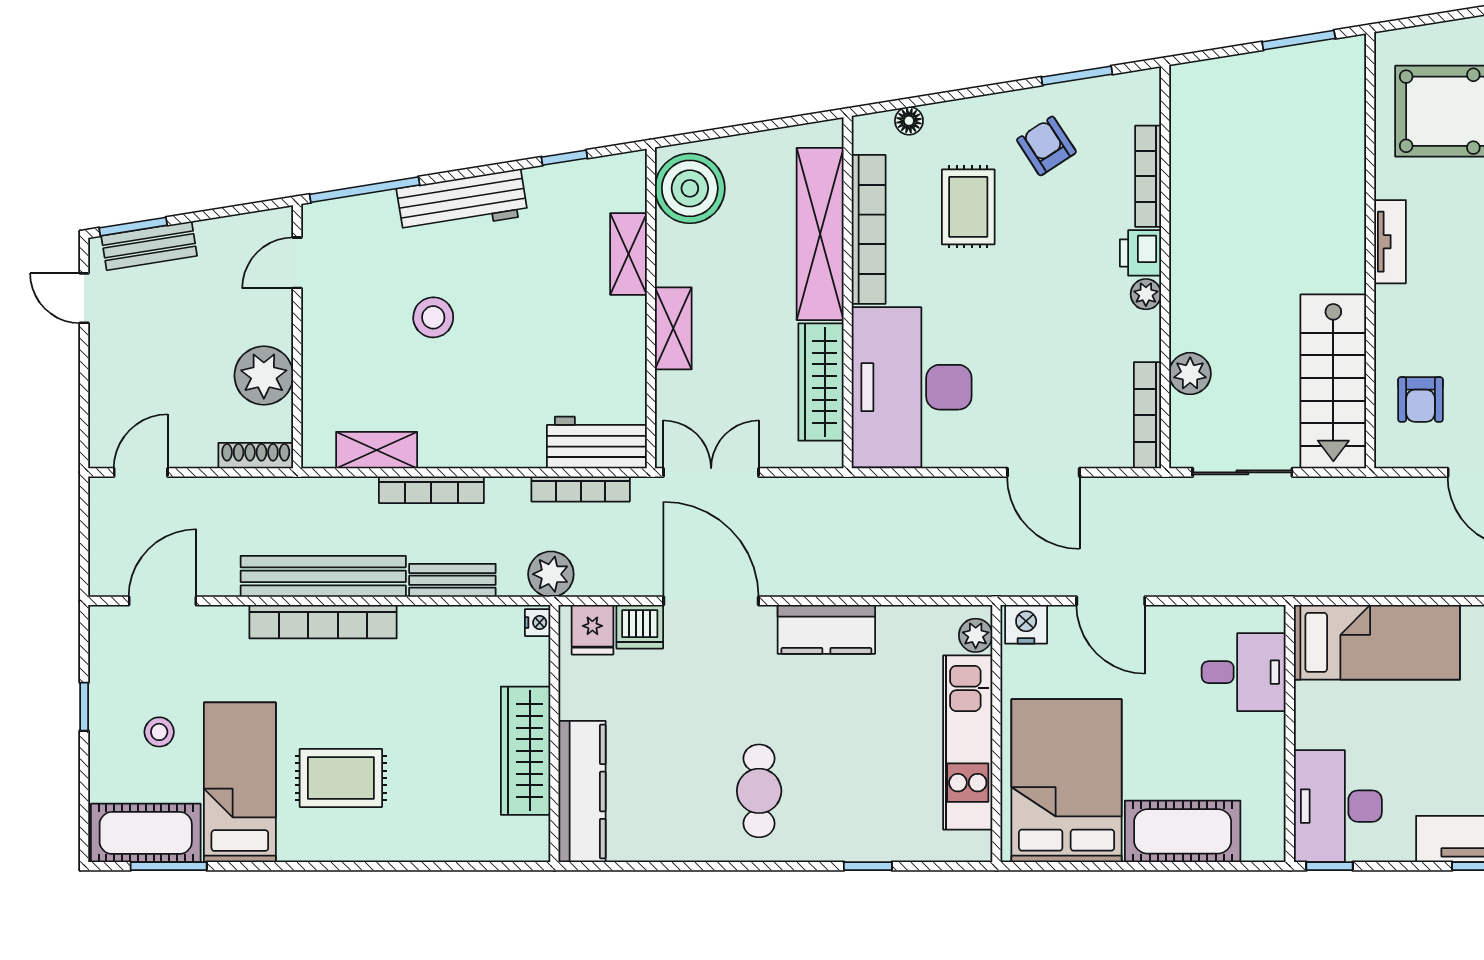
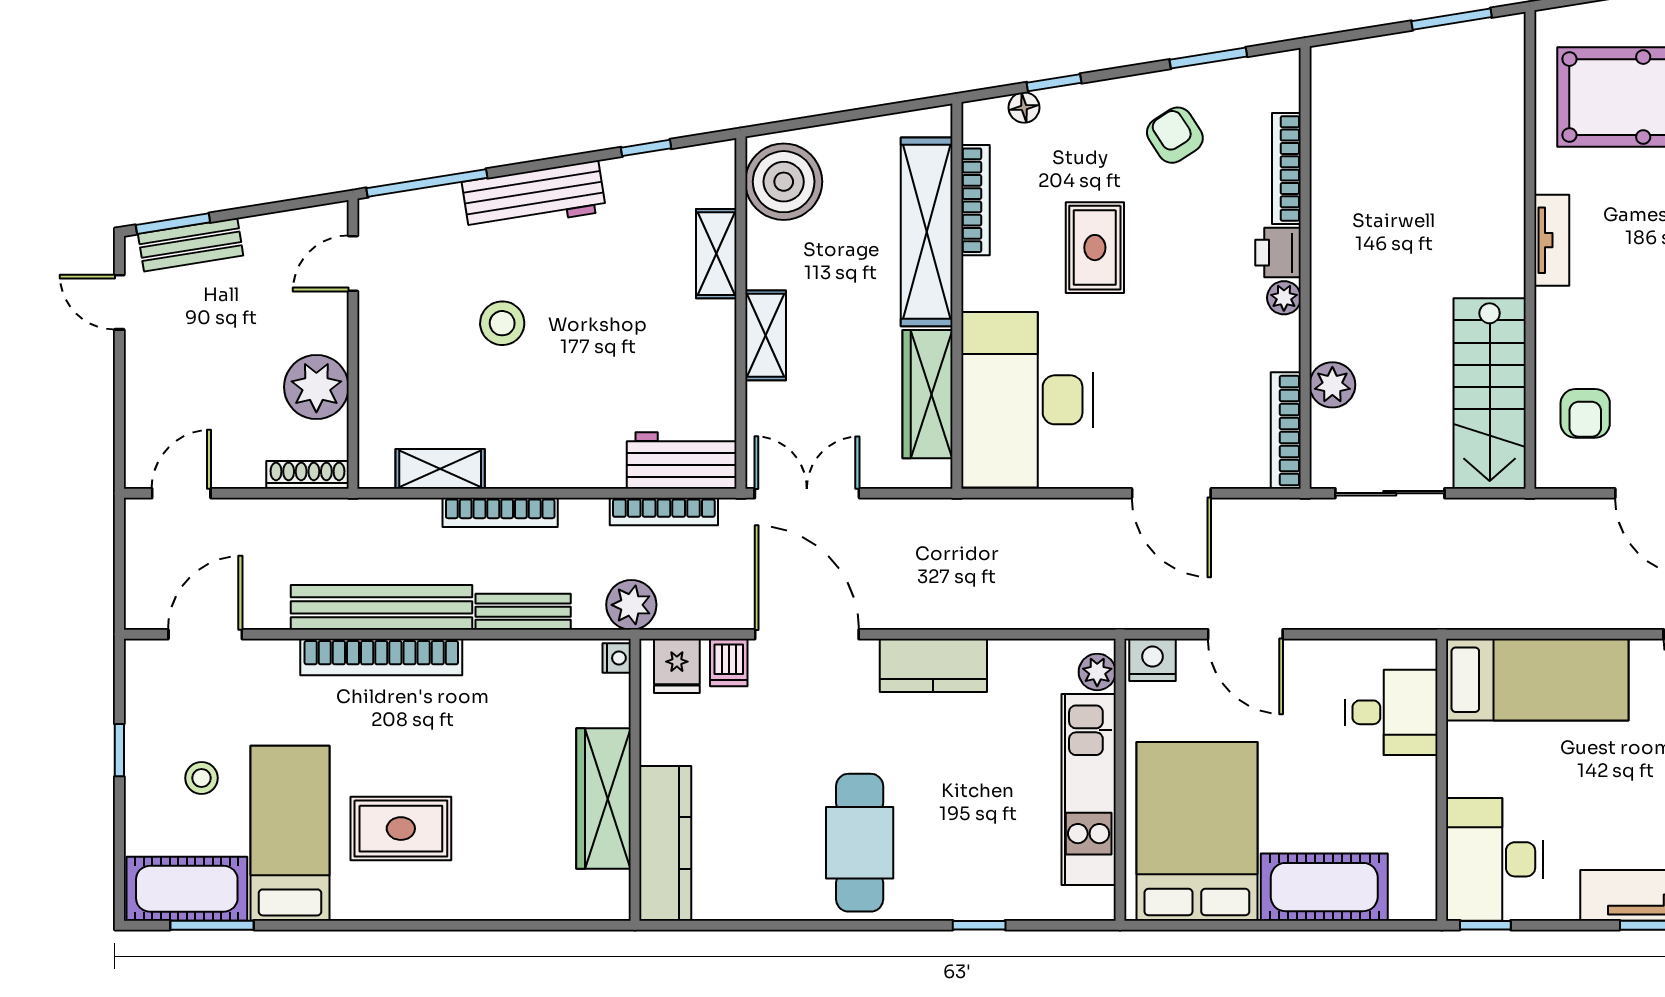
window: (936, 98) -> (1054, 83), added
rug: (968, 207) -> (1095, 248), moved
bookcase: (869, 229) -> (975, 200), width x0.68, depth x0.76
dishwasher: (640, 627) -> (729, 663), width x0.73
cafe table: (759, 791) -> (860, 843), width x1.37, depth x1.35

